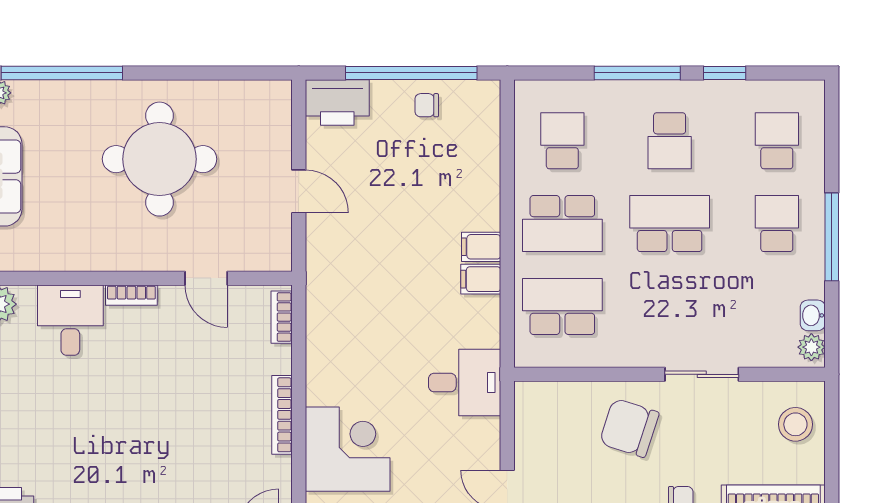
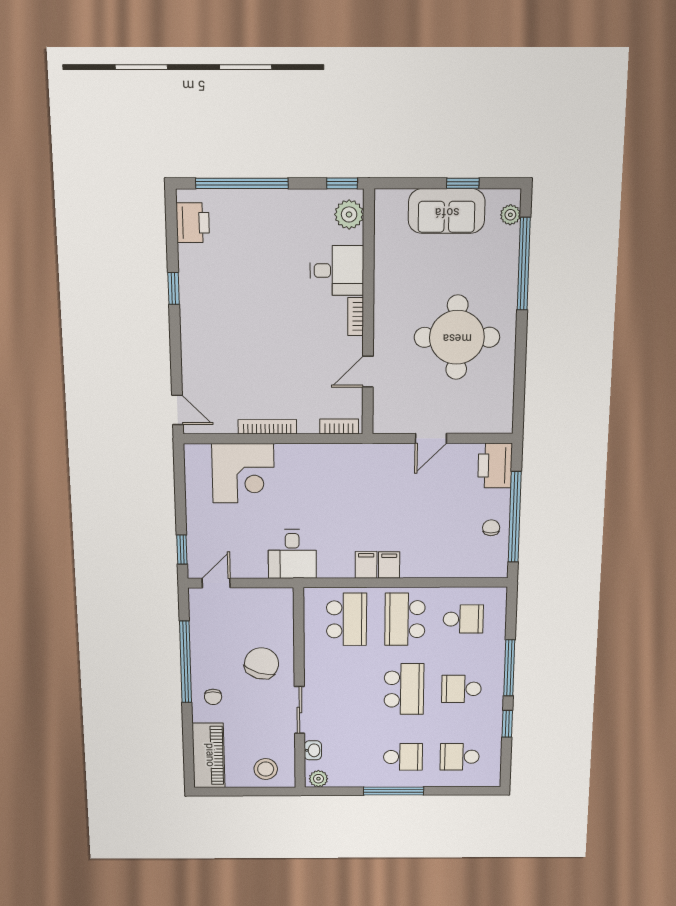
school desk: (777, 141) -> (460, 757), turned 180
washbasin: (813, 315) -> (313, 750), moved, turned 90

